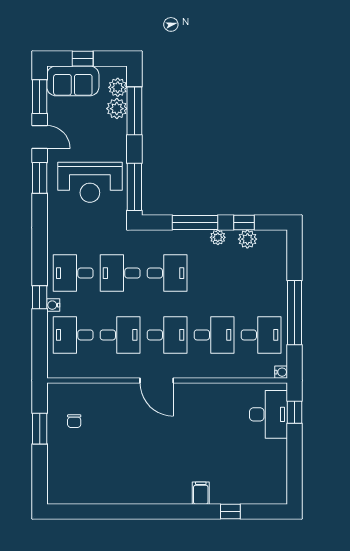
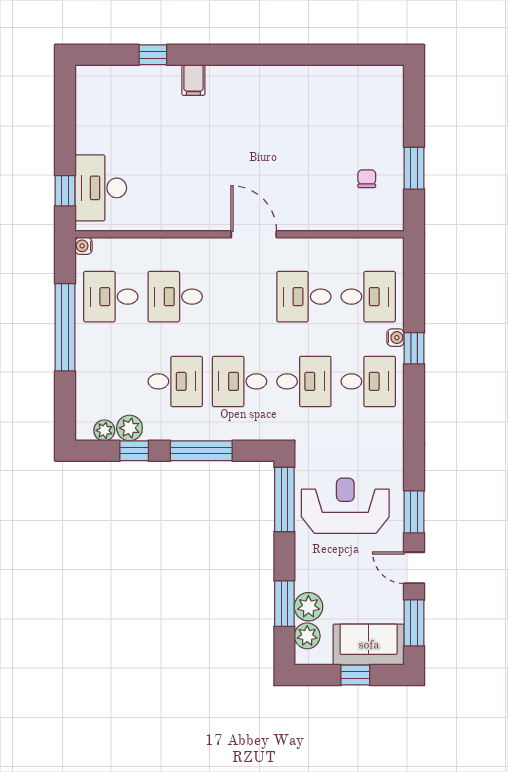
window: (134, 111) -> (284, 604), width x0.69
plant: (218, 237) -> (104, 430), moved
desk: (167, 335) -> (175, 381), moved, turned 180

